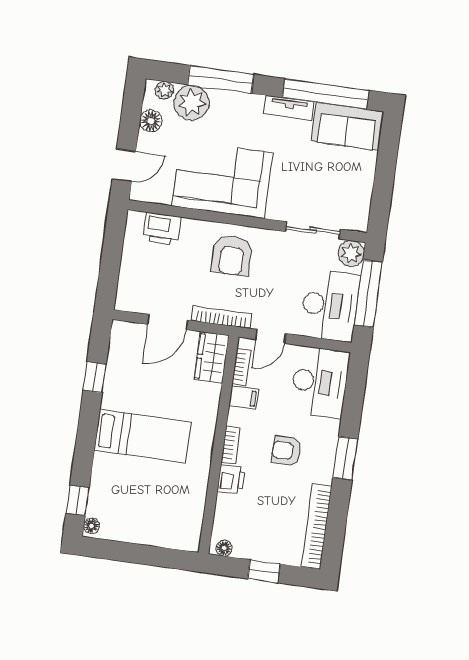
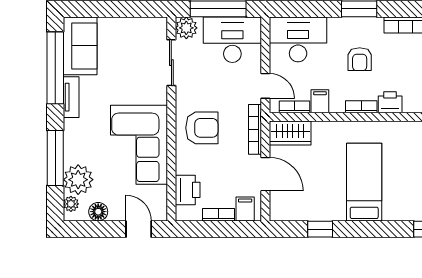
bookcase: (128, 261) -> (219, 215), added
filing cabinet: (130, 293) -> (245, 209), added

